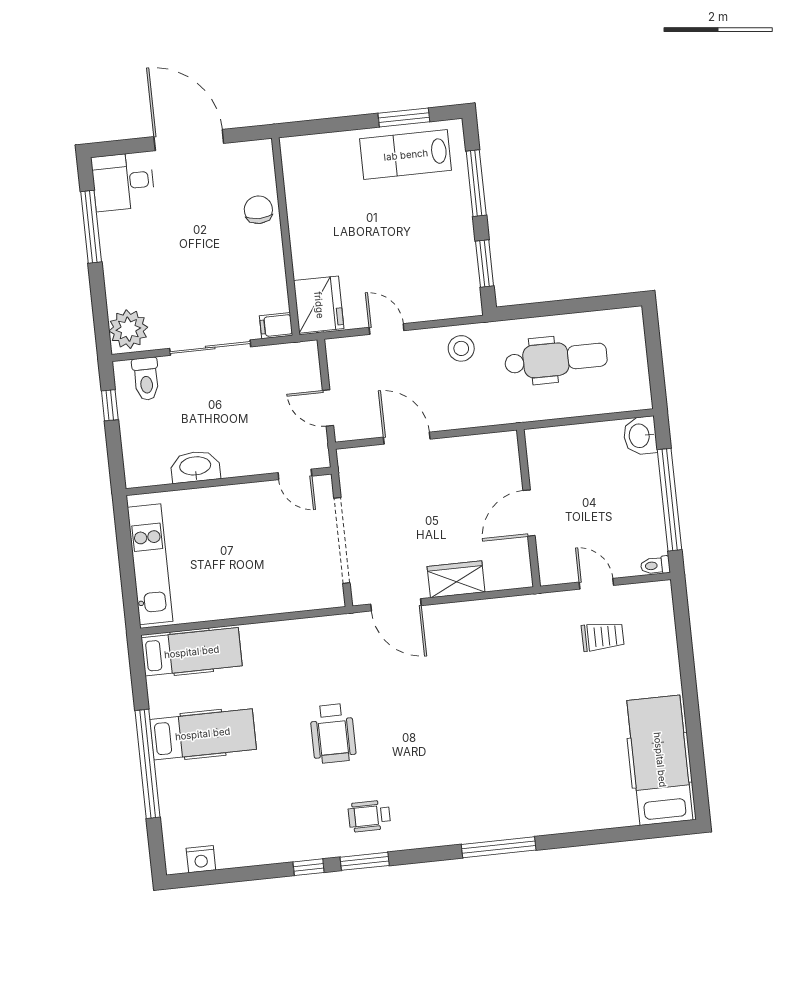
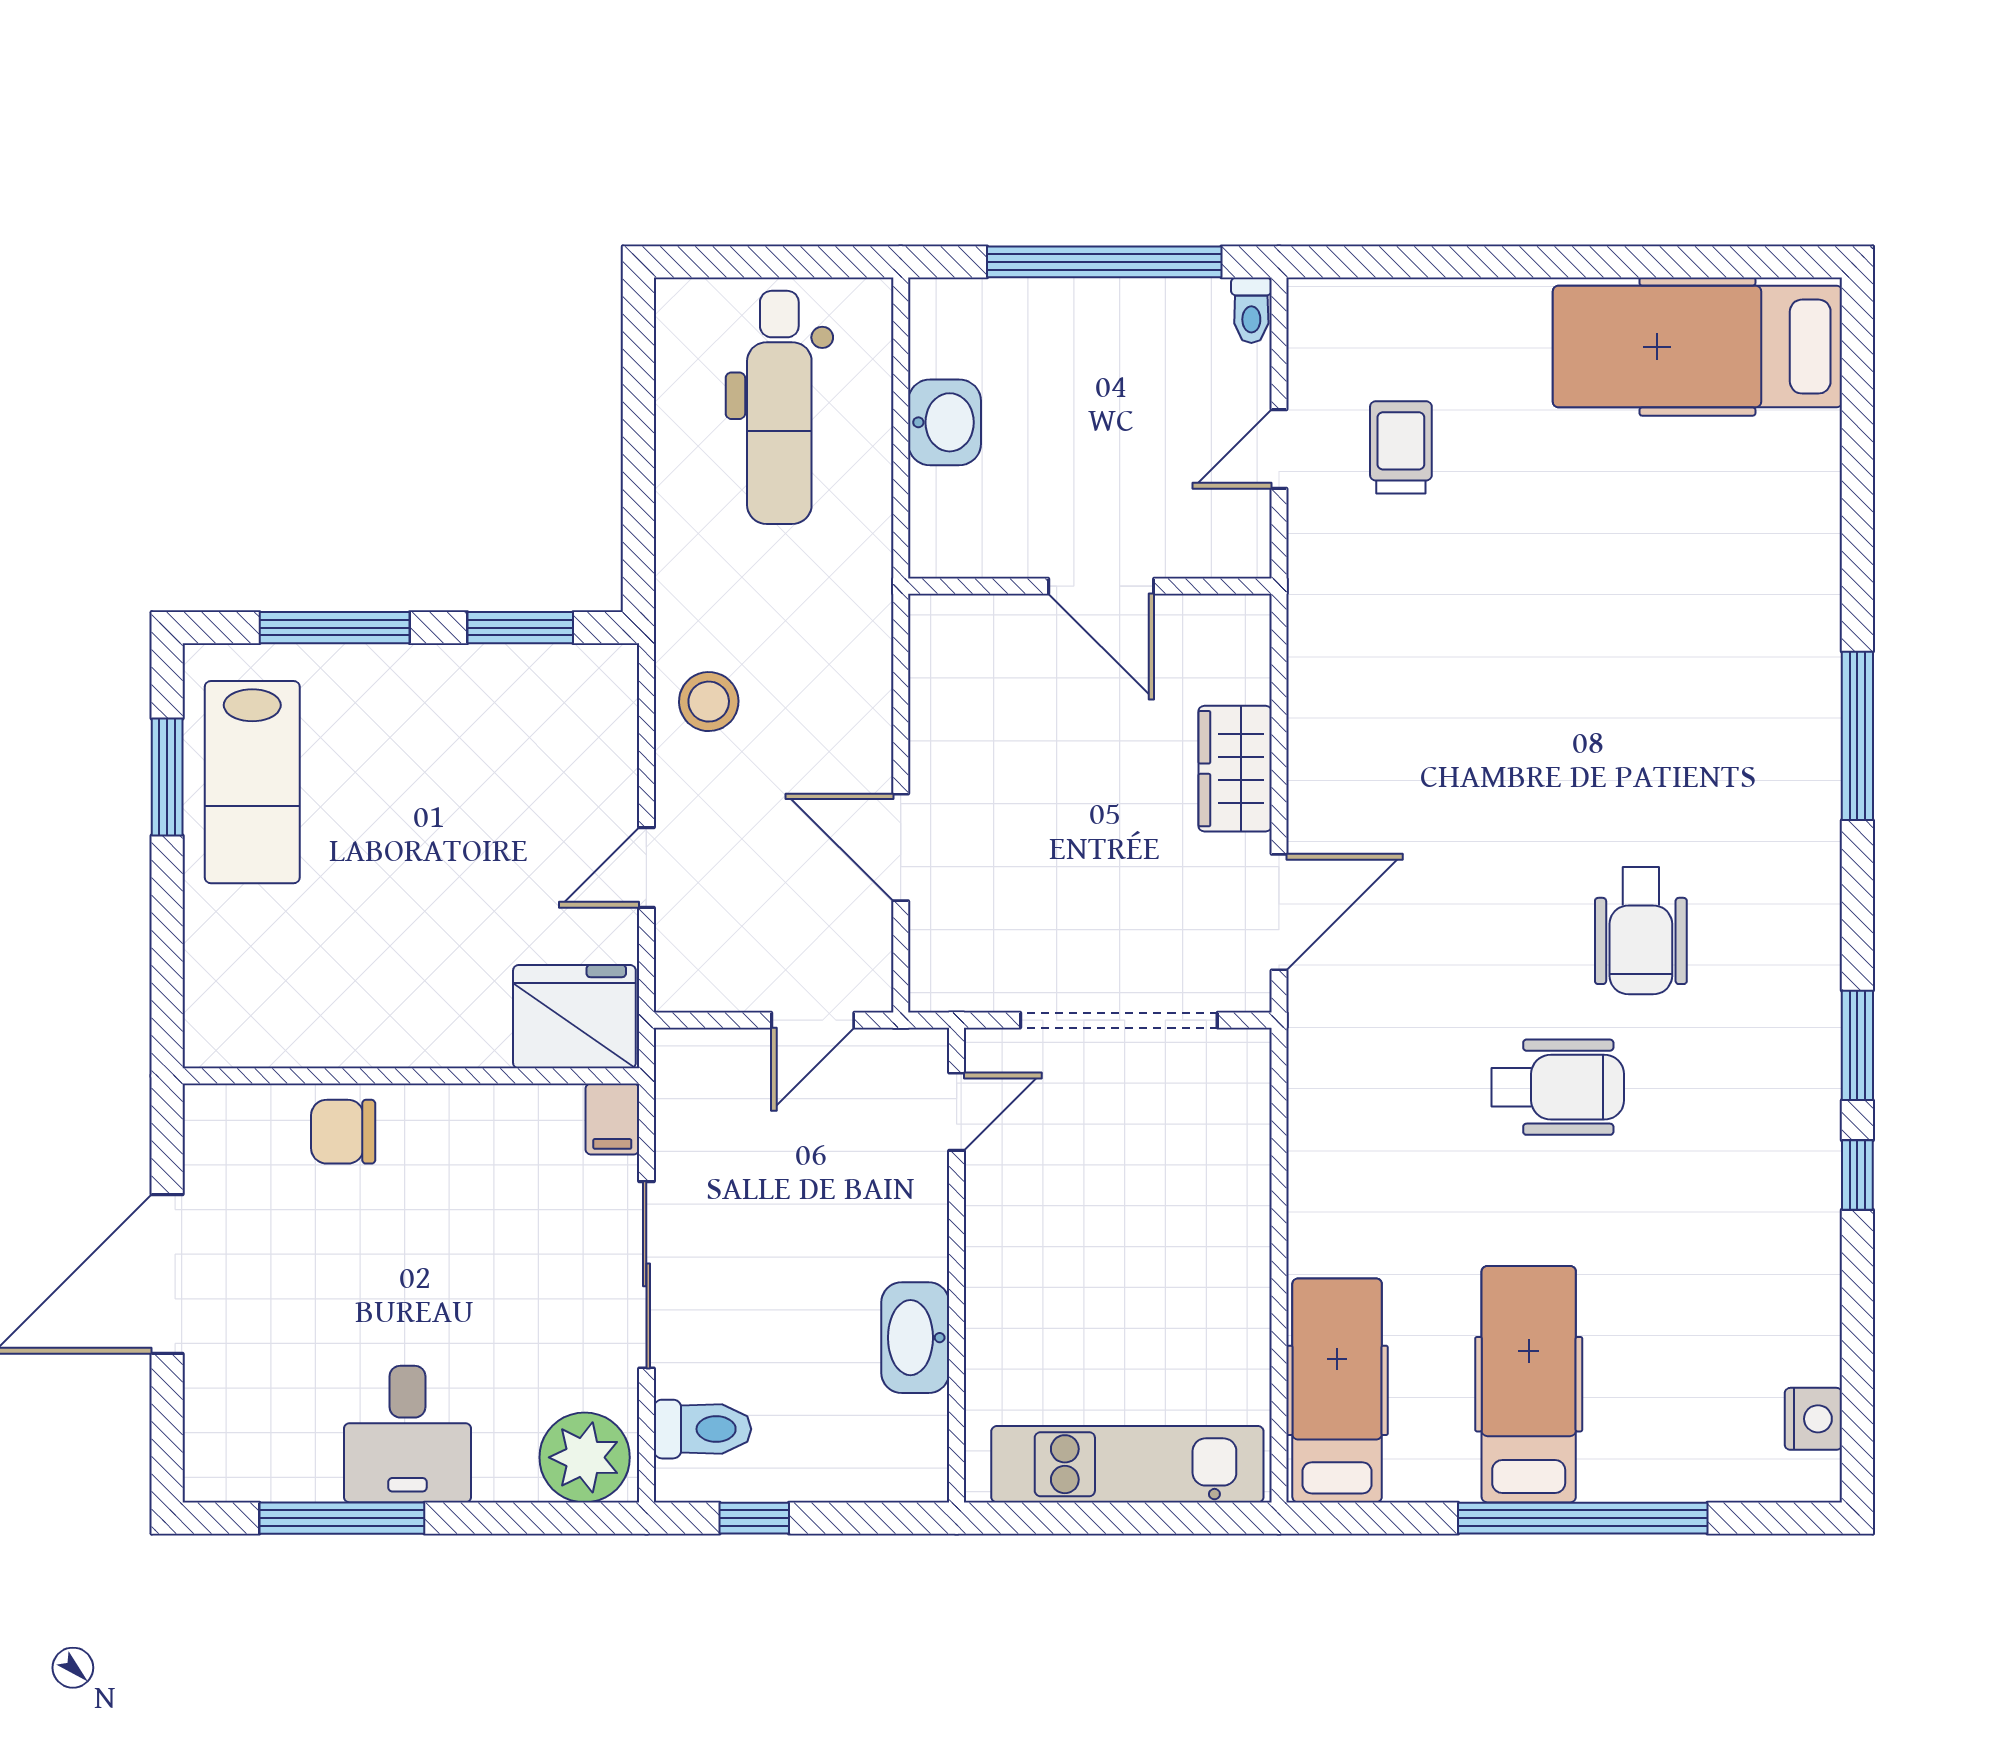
desk: (123, 182) -> (407, 1434), moved
dental chair: (556, 359) -> (779, 407), moved, turned 180
washbasin: (640, 436) -> (945, 422), moved, turned -90
door: (407, 438) -> (901, 847), hinge flipped
wheelchair: (369, 816) -> (1641, 931), moved, width x1.36, depth x1.37

